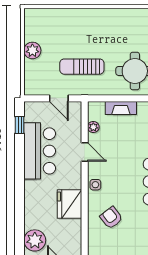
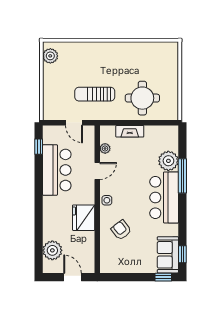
plant: (32, 50) -> (50, 56), moved
door: (85, 152) -> (97, 171), hinge flipped

